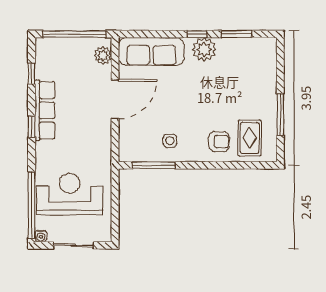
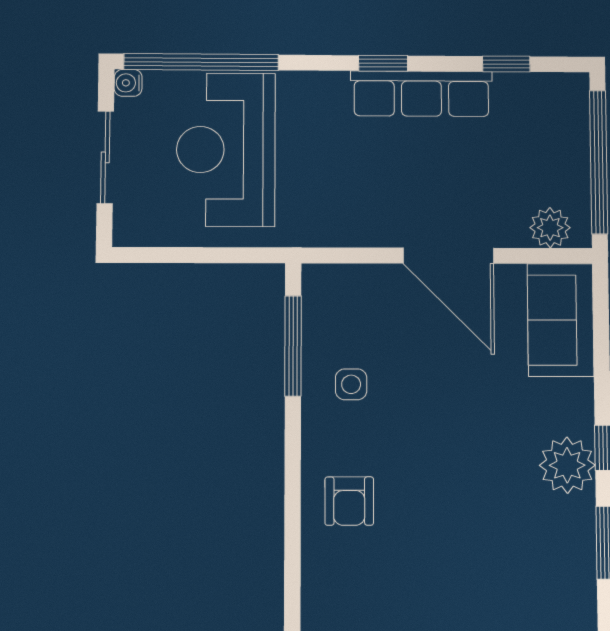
sofa: (151, 51) -> (561, 320), width x0.73
rug: (250, 138) -> (358, 575), removed
reception desk: (70, 194) -> (226, 150), turned 180

